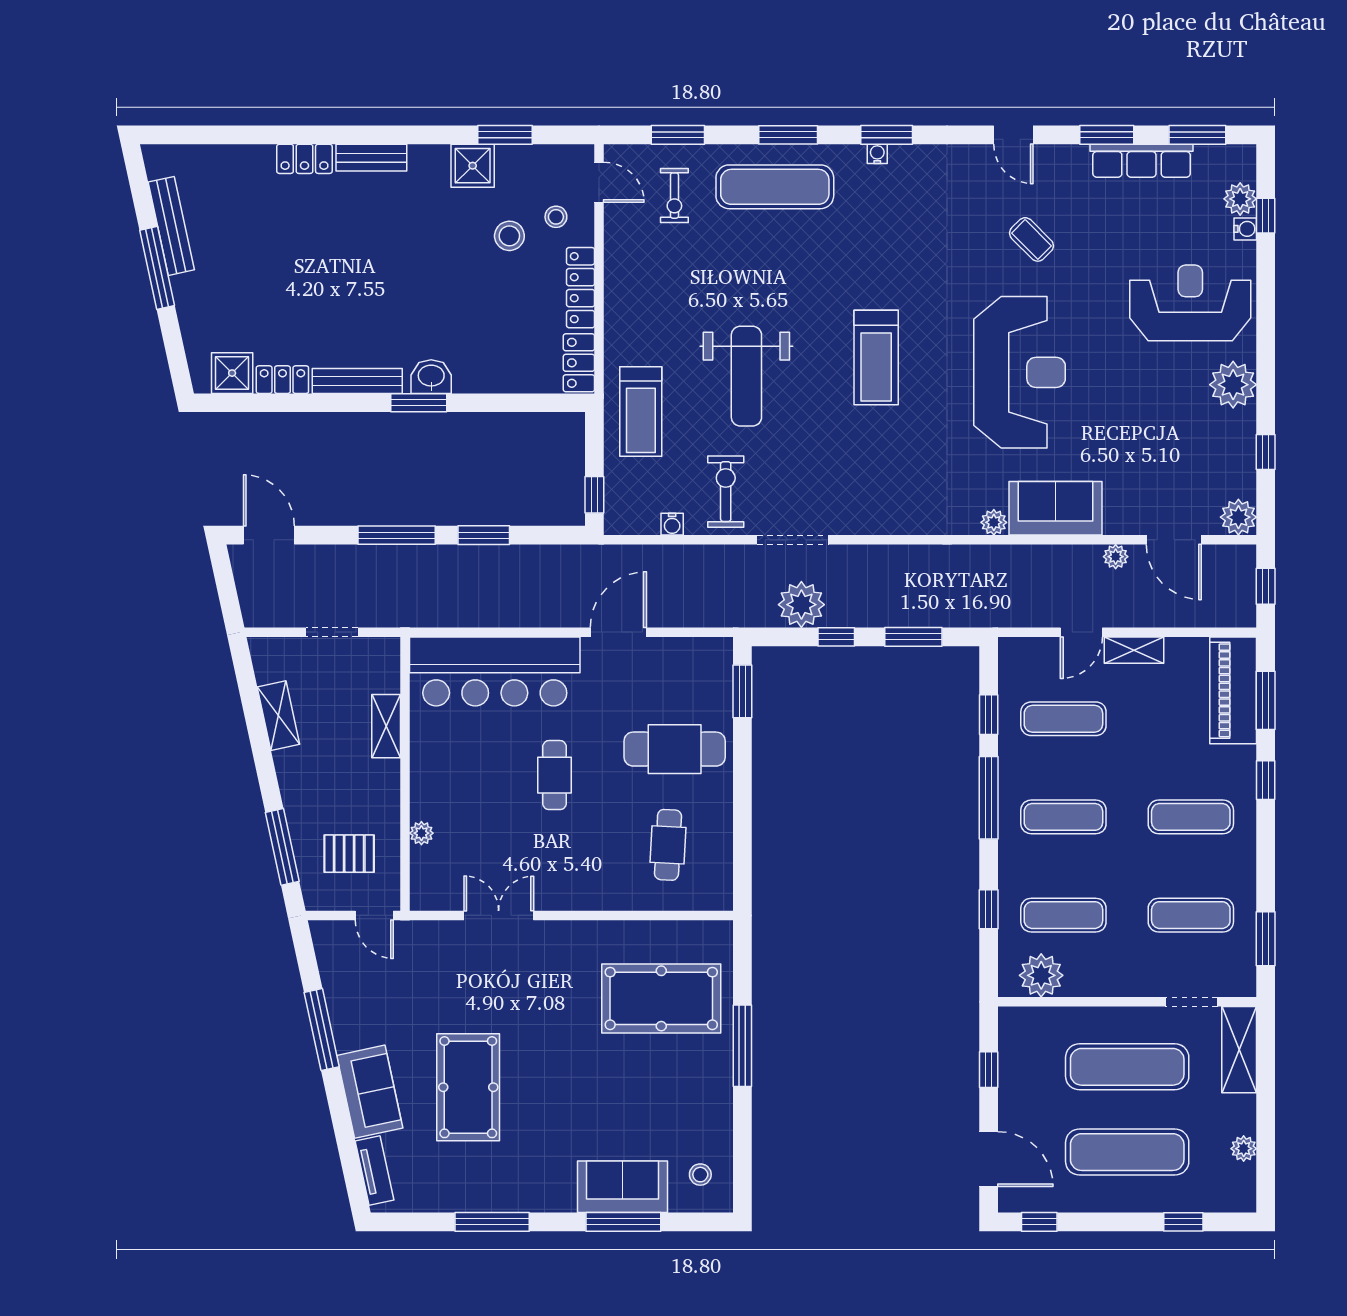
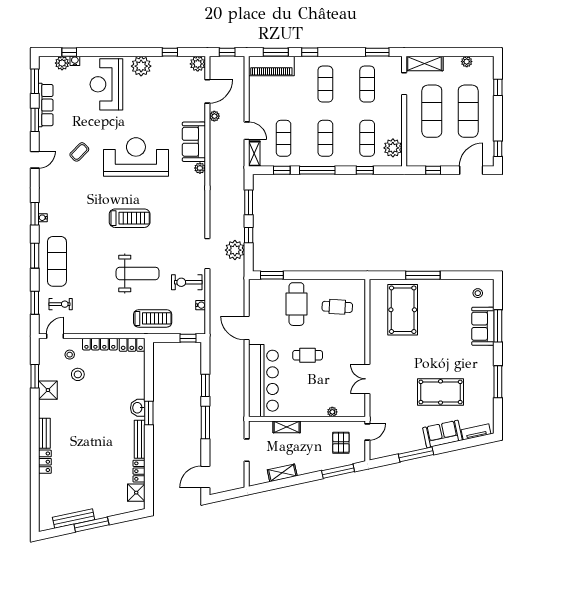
shelving: (1134, 650) -> (254, 154), moved

